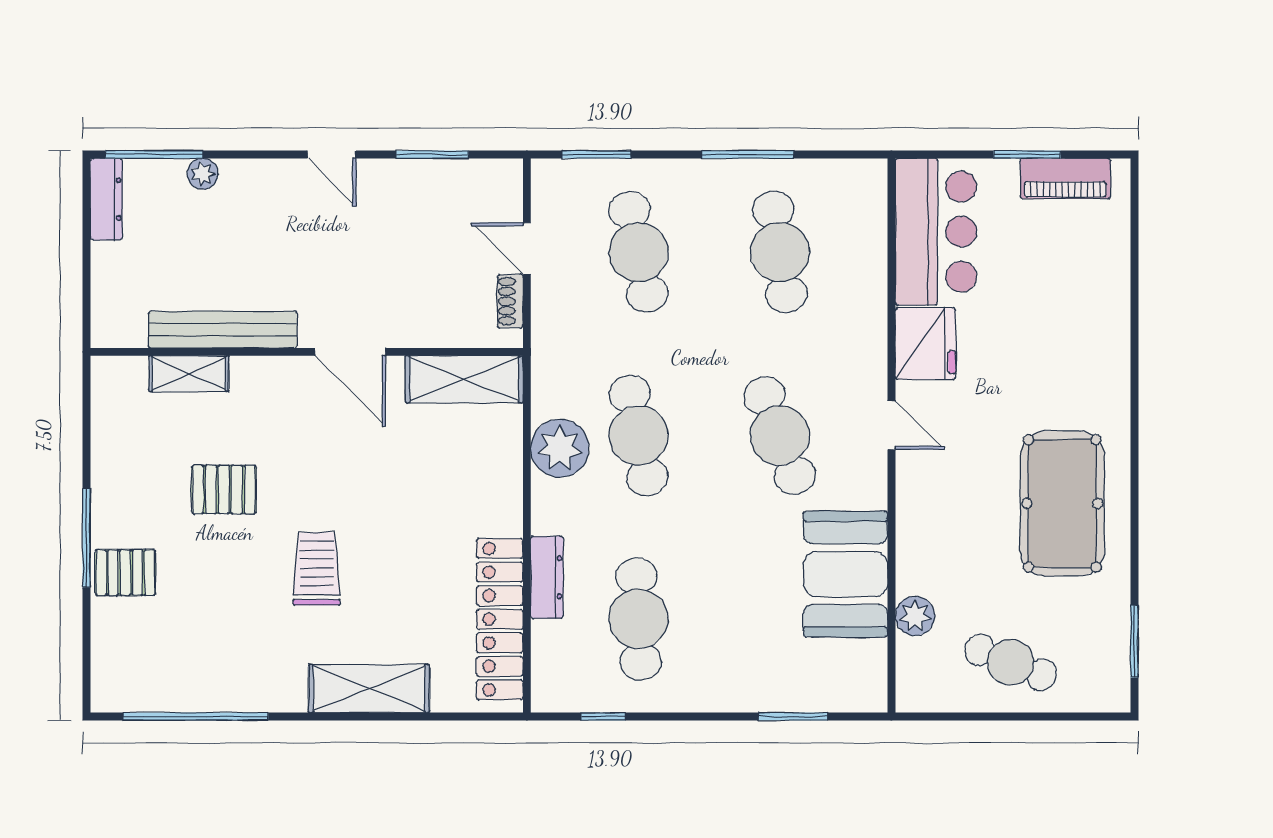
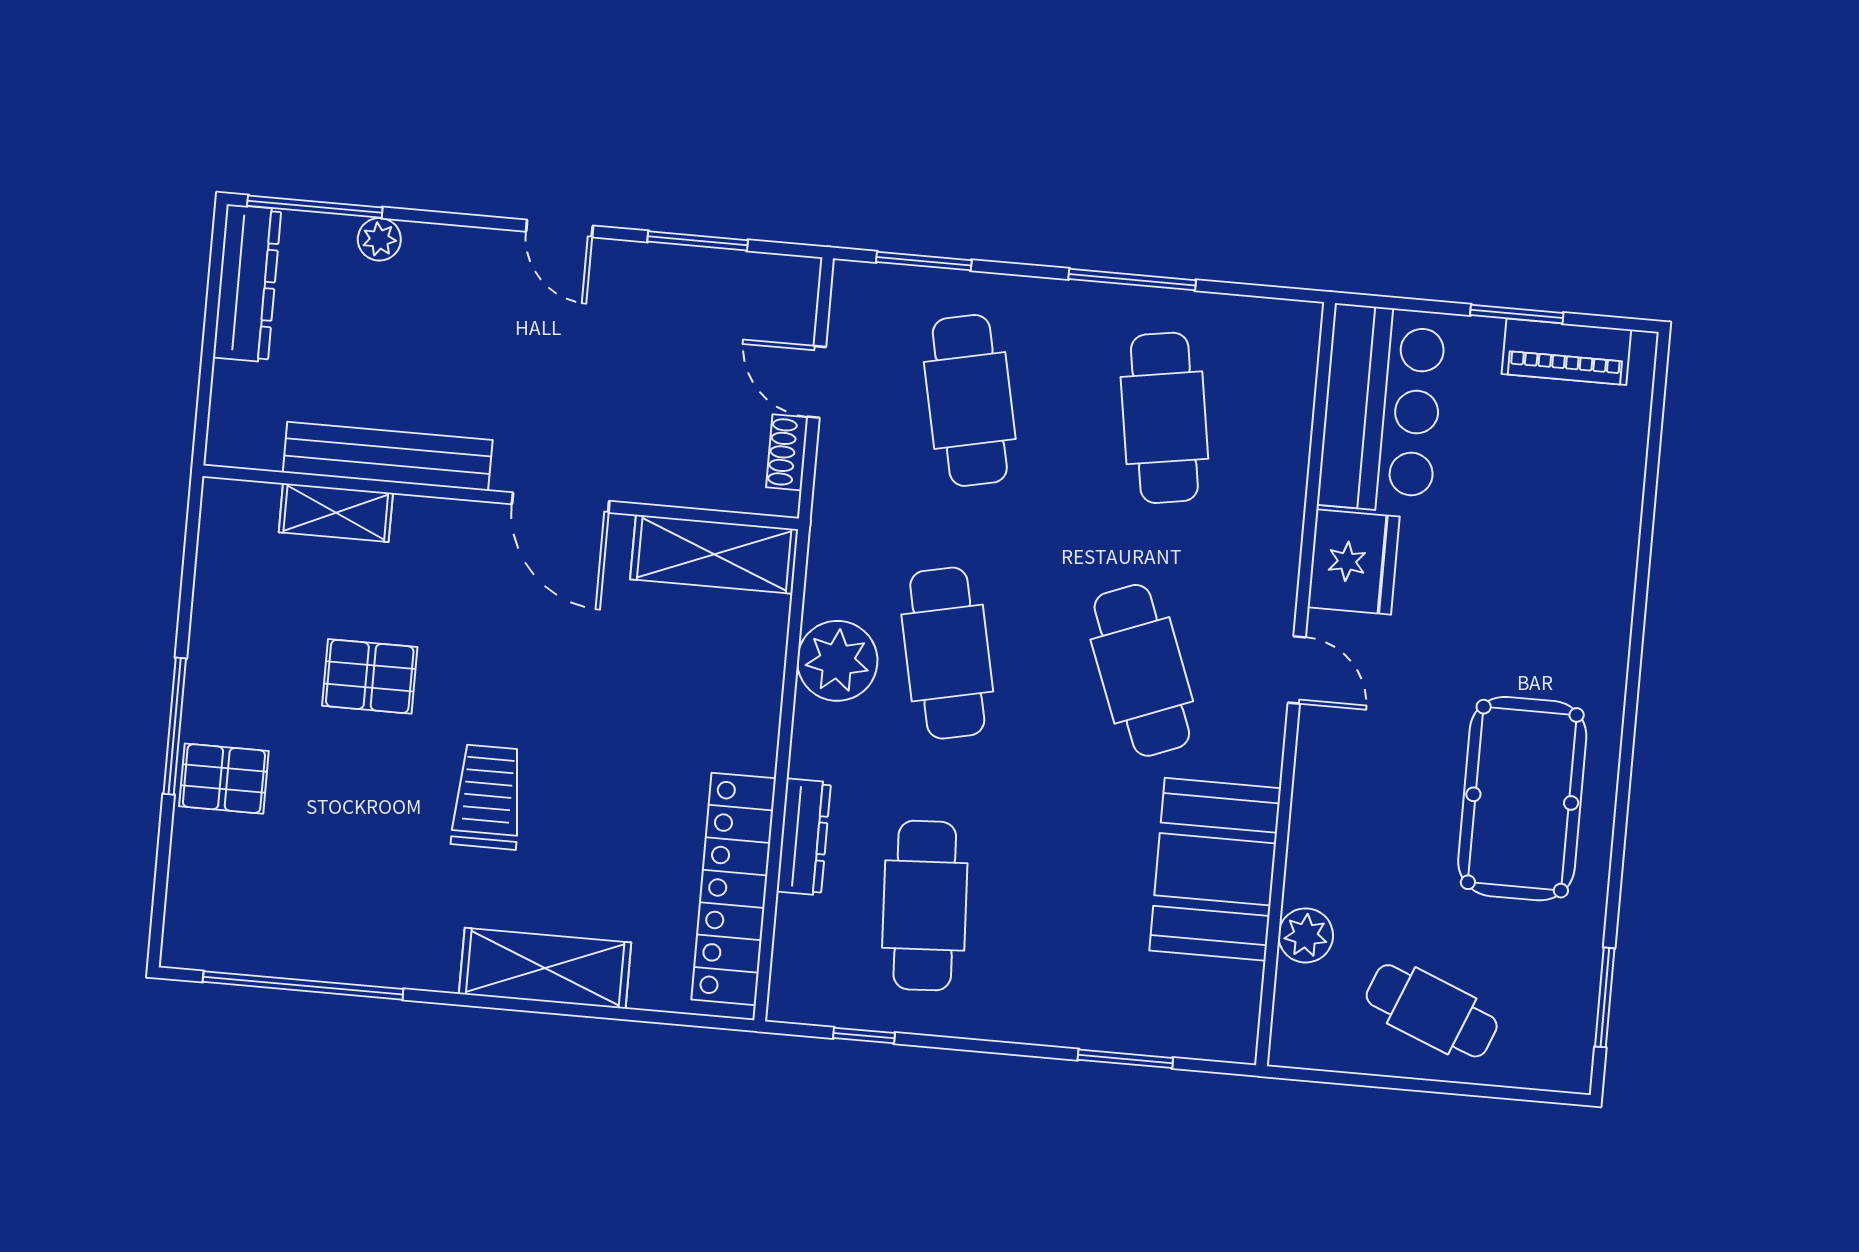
dresser: (106, 199) -> (247, 283), width x1.37, depth x1.24

